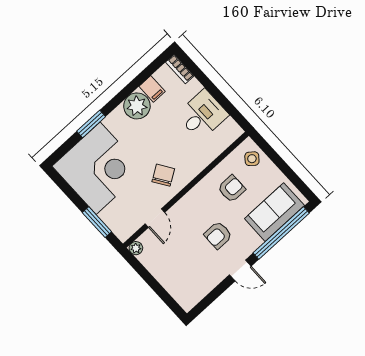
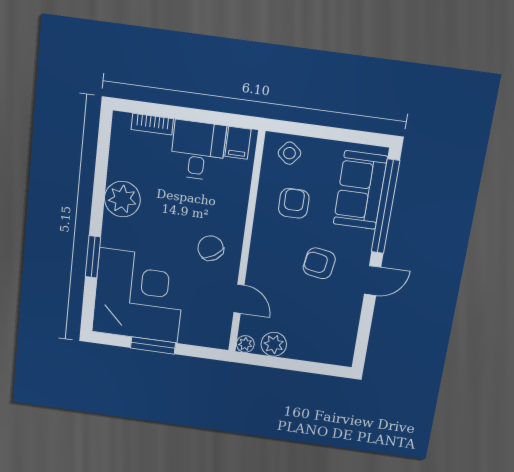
bookcase: (180, 69) -> (152, 124), moved
filing cabinet: (152, 89) -> (238, 143), moved, turned 90
window: (97, 222) -> (153, 345), moved
armchair: (218, 235) -> (319, 263), turned 99
plant: (152, 262) -> (274, 344), added

